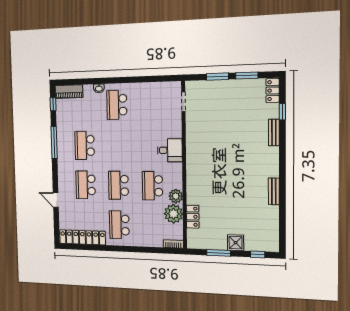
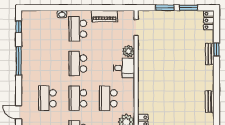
piano: (69, 92) -> (105, 16), moved
window: (282, 112) -> (216, 49), moved
school desk: (85, 146) -> (78, 63), moved
plant: (176, 196) -> (129, 51), moved

